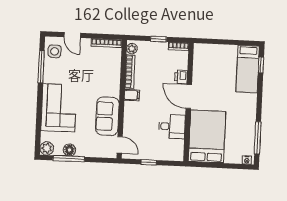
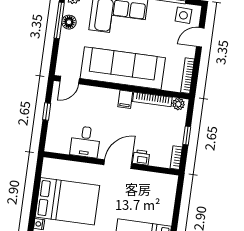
sofa: (107, 116) -> (123, 68), width x1.85, depth x1.27
bed: (207, 136) -> (67, 201), moved

